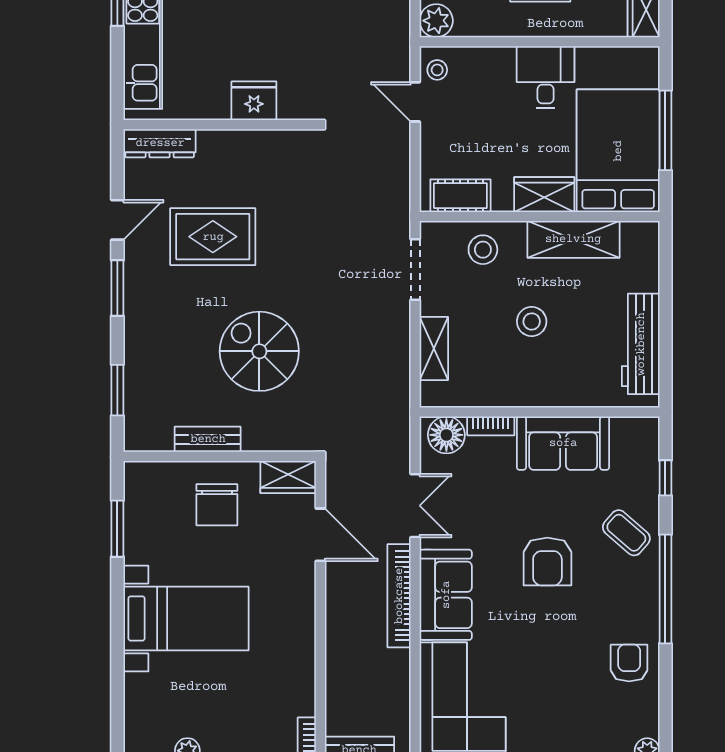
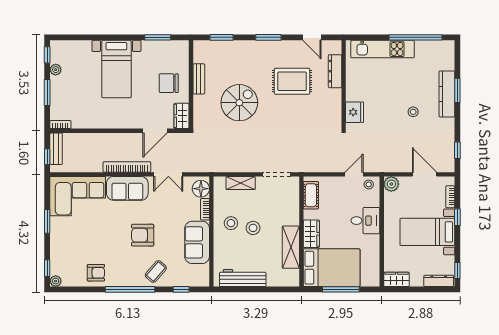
desk: (546, 77) -> (365, 221), moved
fridge: (254, 101) -> (355, 112), moved
dresser: (160, 143) -> (335, 71), moved
door: (117, 220) -> (312, 37), moved
rug: (213, 237) -> (292, 81), turned 90
stool: (483, 250) -> (231, 223), moved

